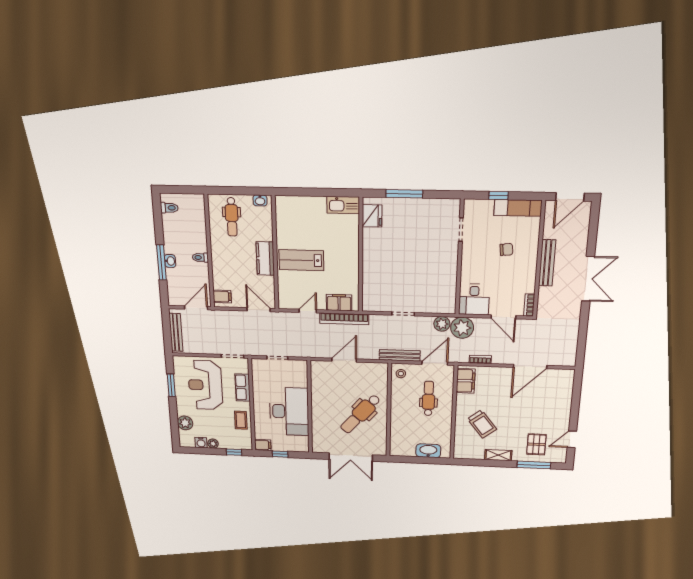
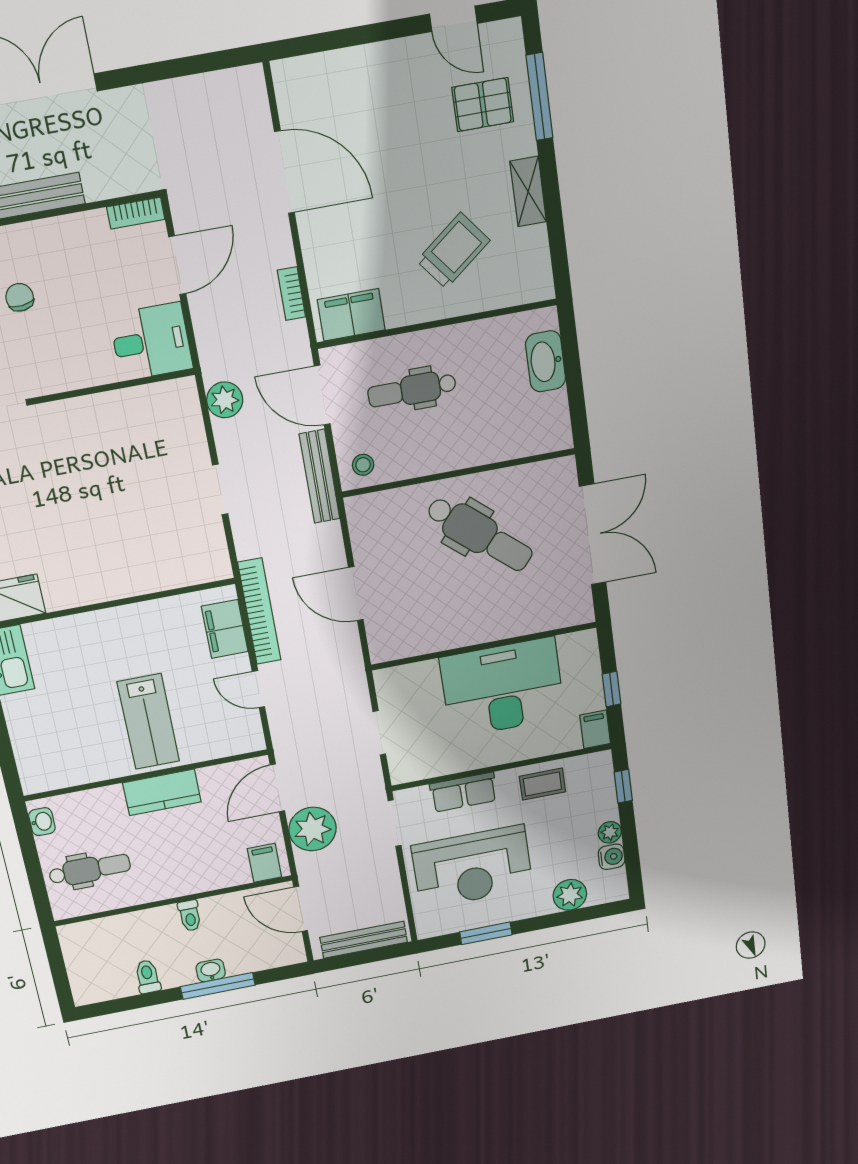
toilet: (169, 208) -> (148, 977), moved
plant: (462, 328) -> (312, 829), moved

